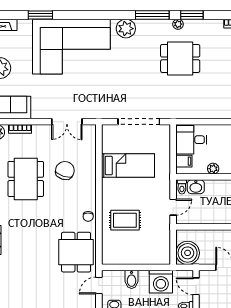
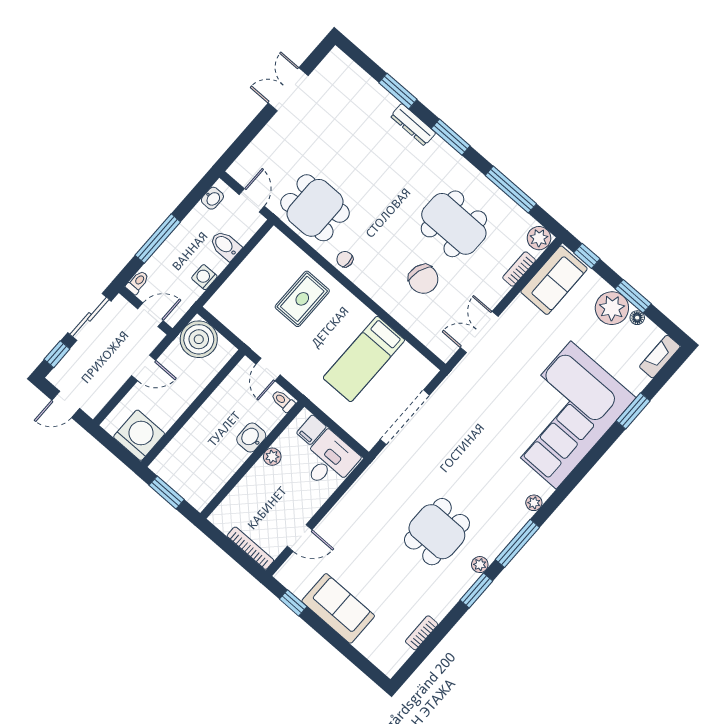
plant: (126, 29) -> (534, 503), width x0.53, depth x0.53
washbasin: (196, 187) -> (251, 437), moved
washing machine: (161, 282) -> (204, 277), width x0.53, depth x0.53

